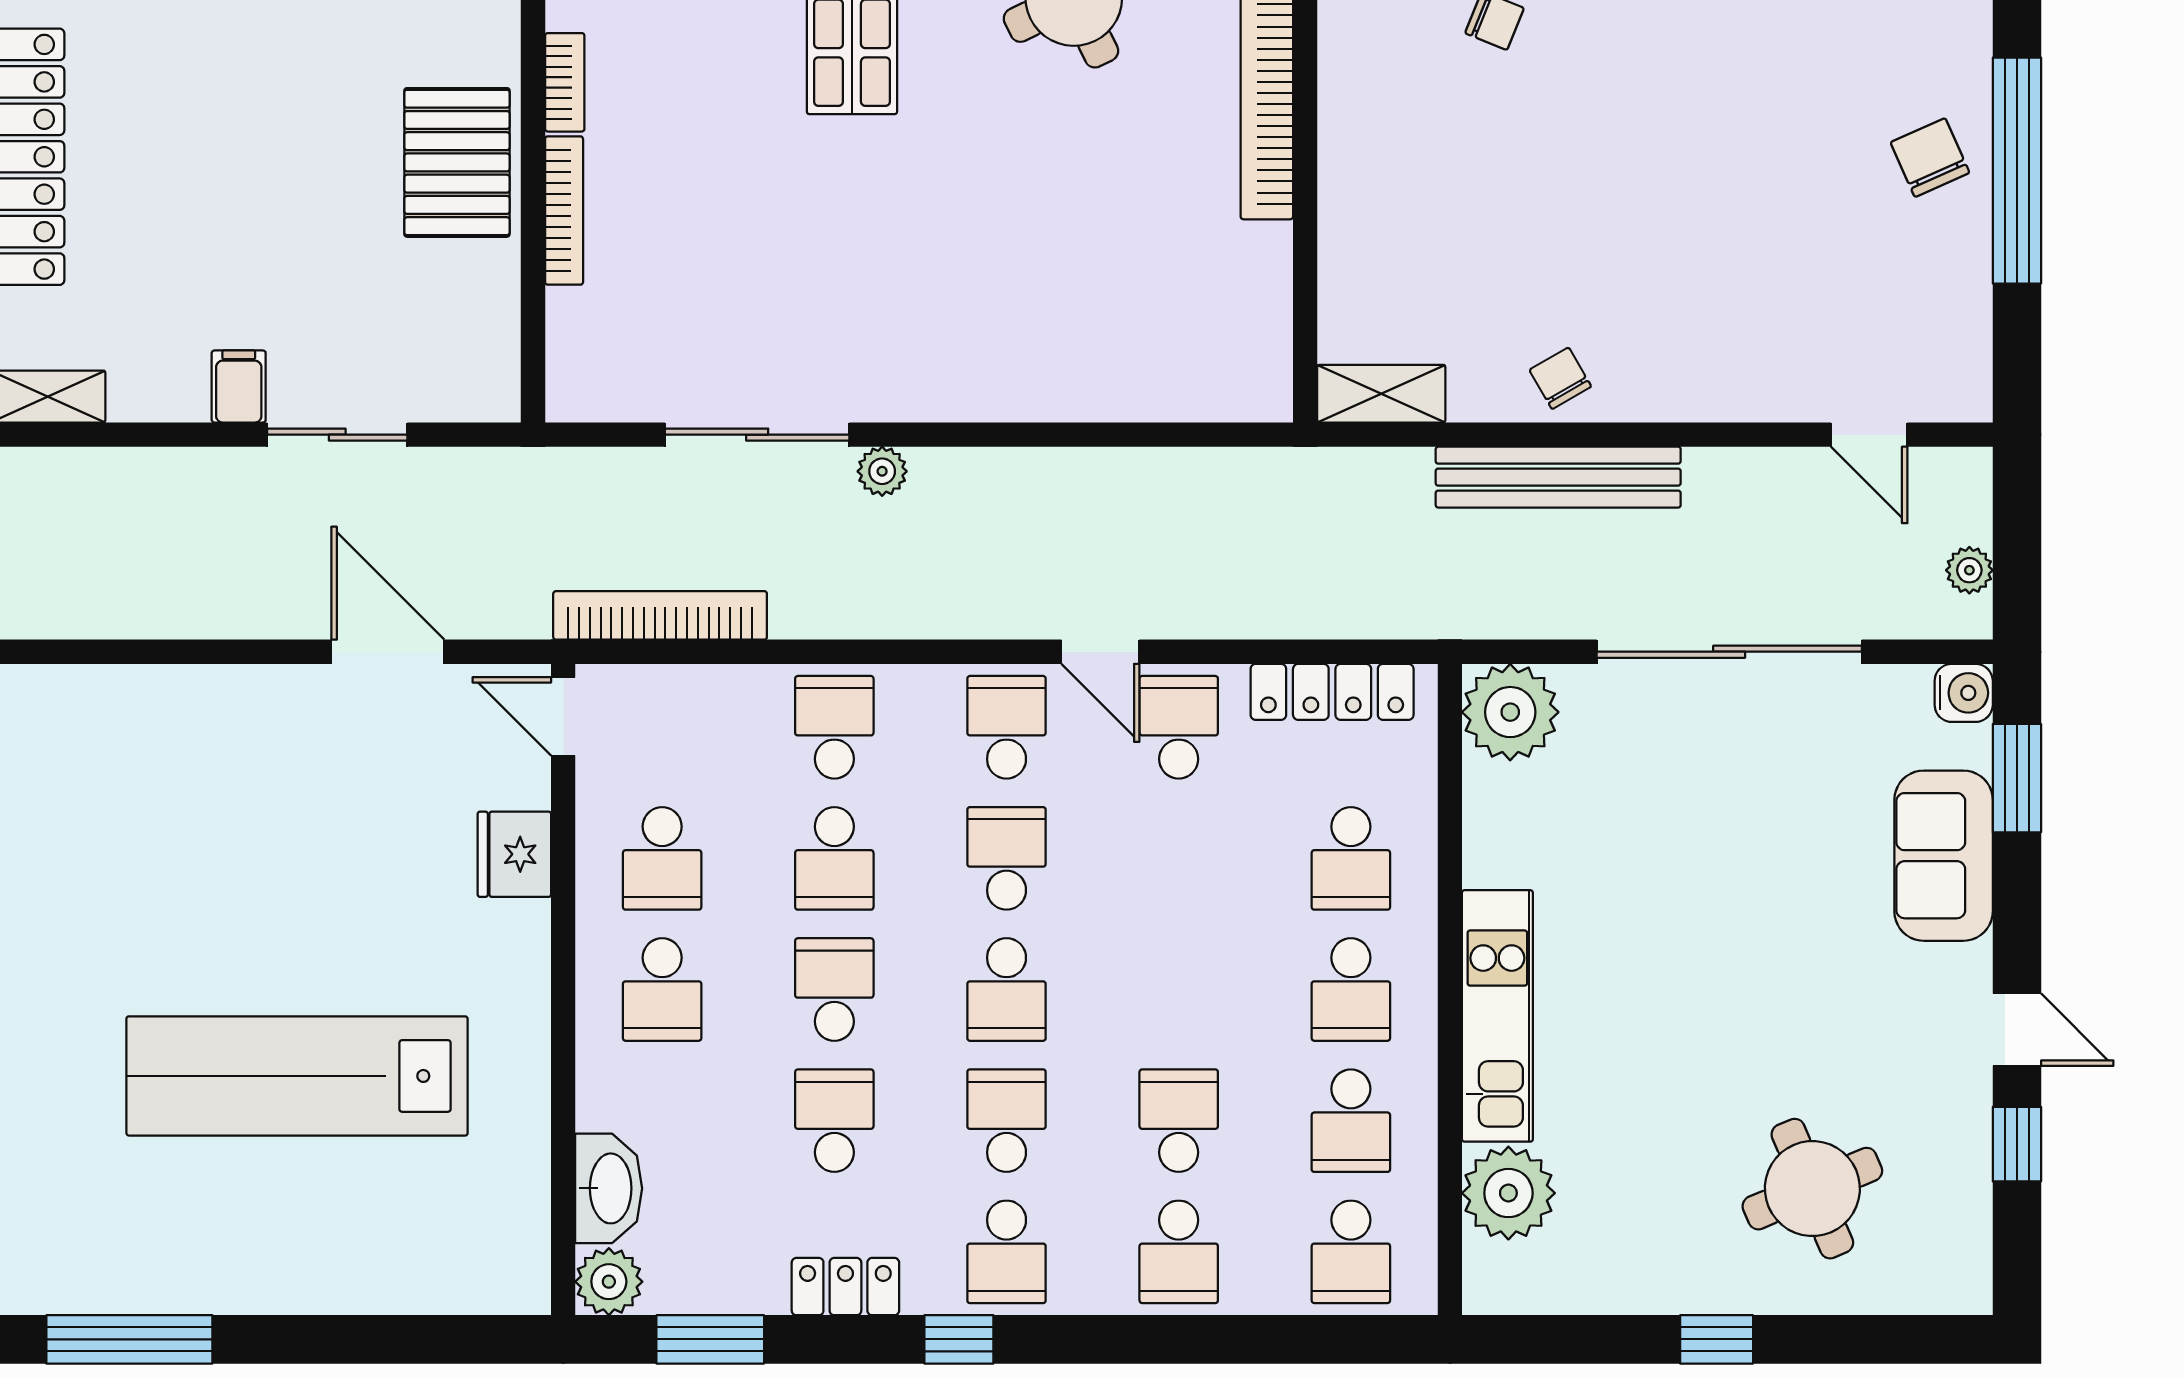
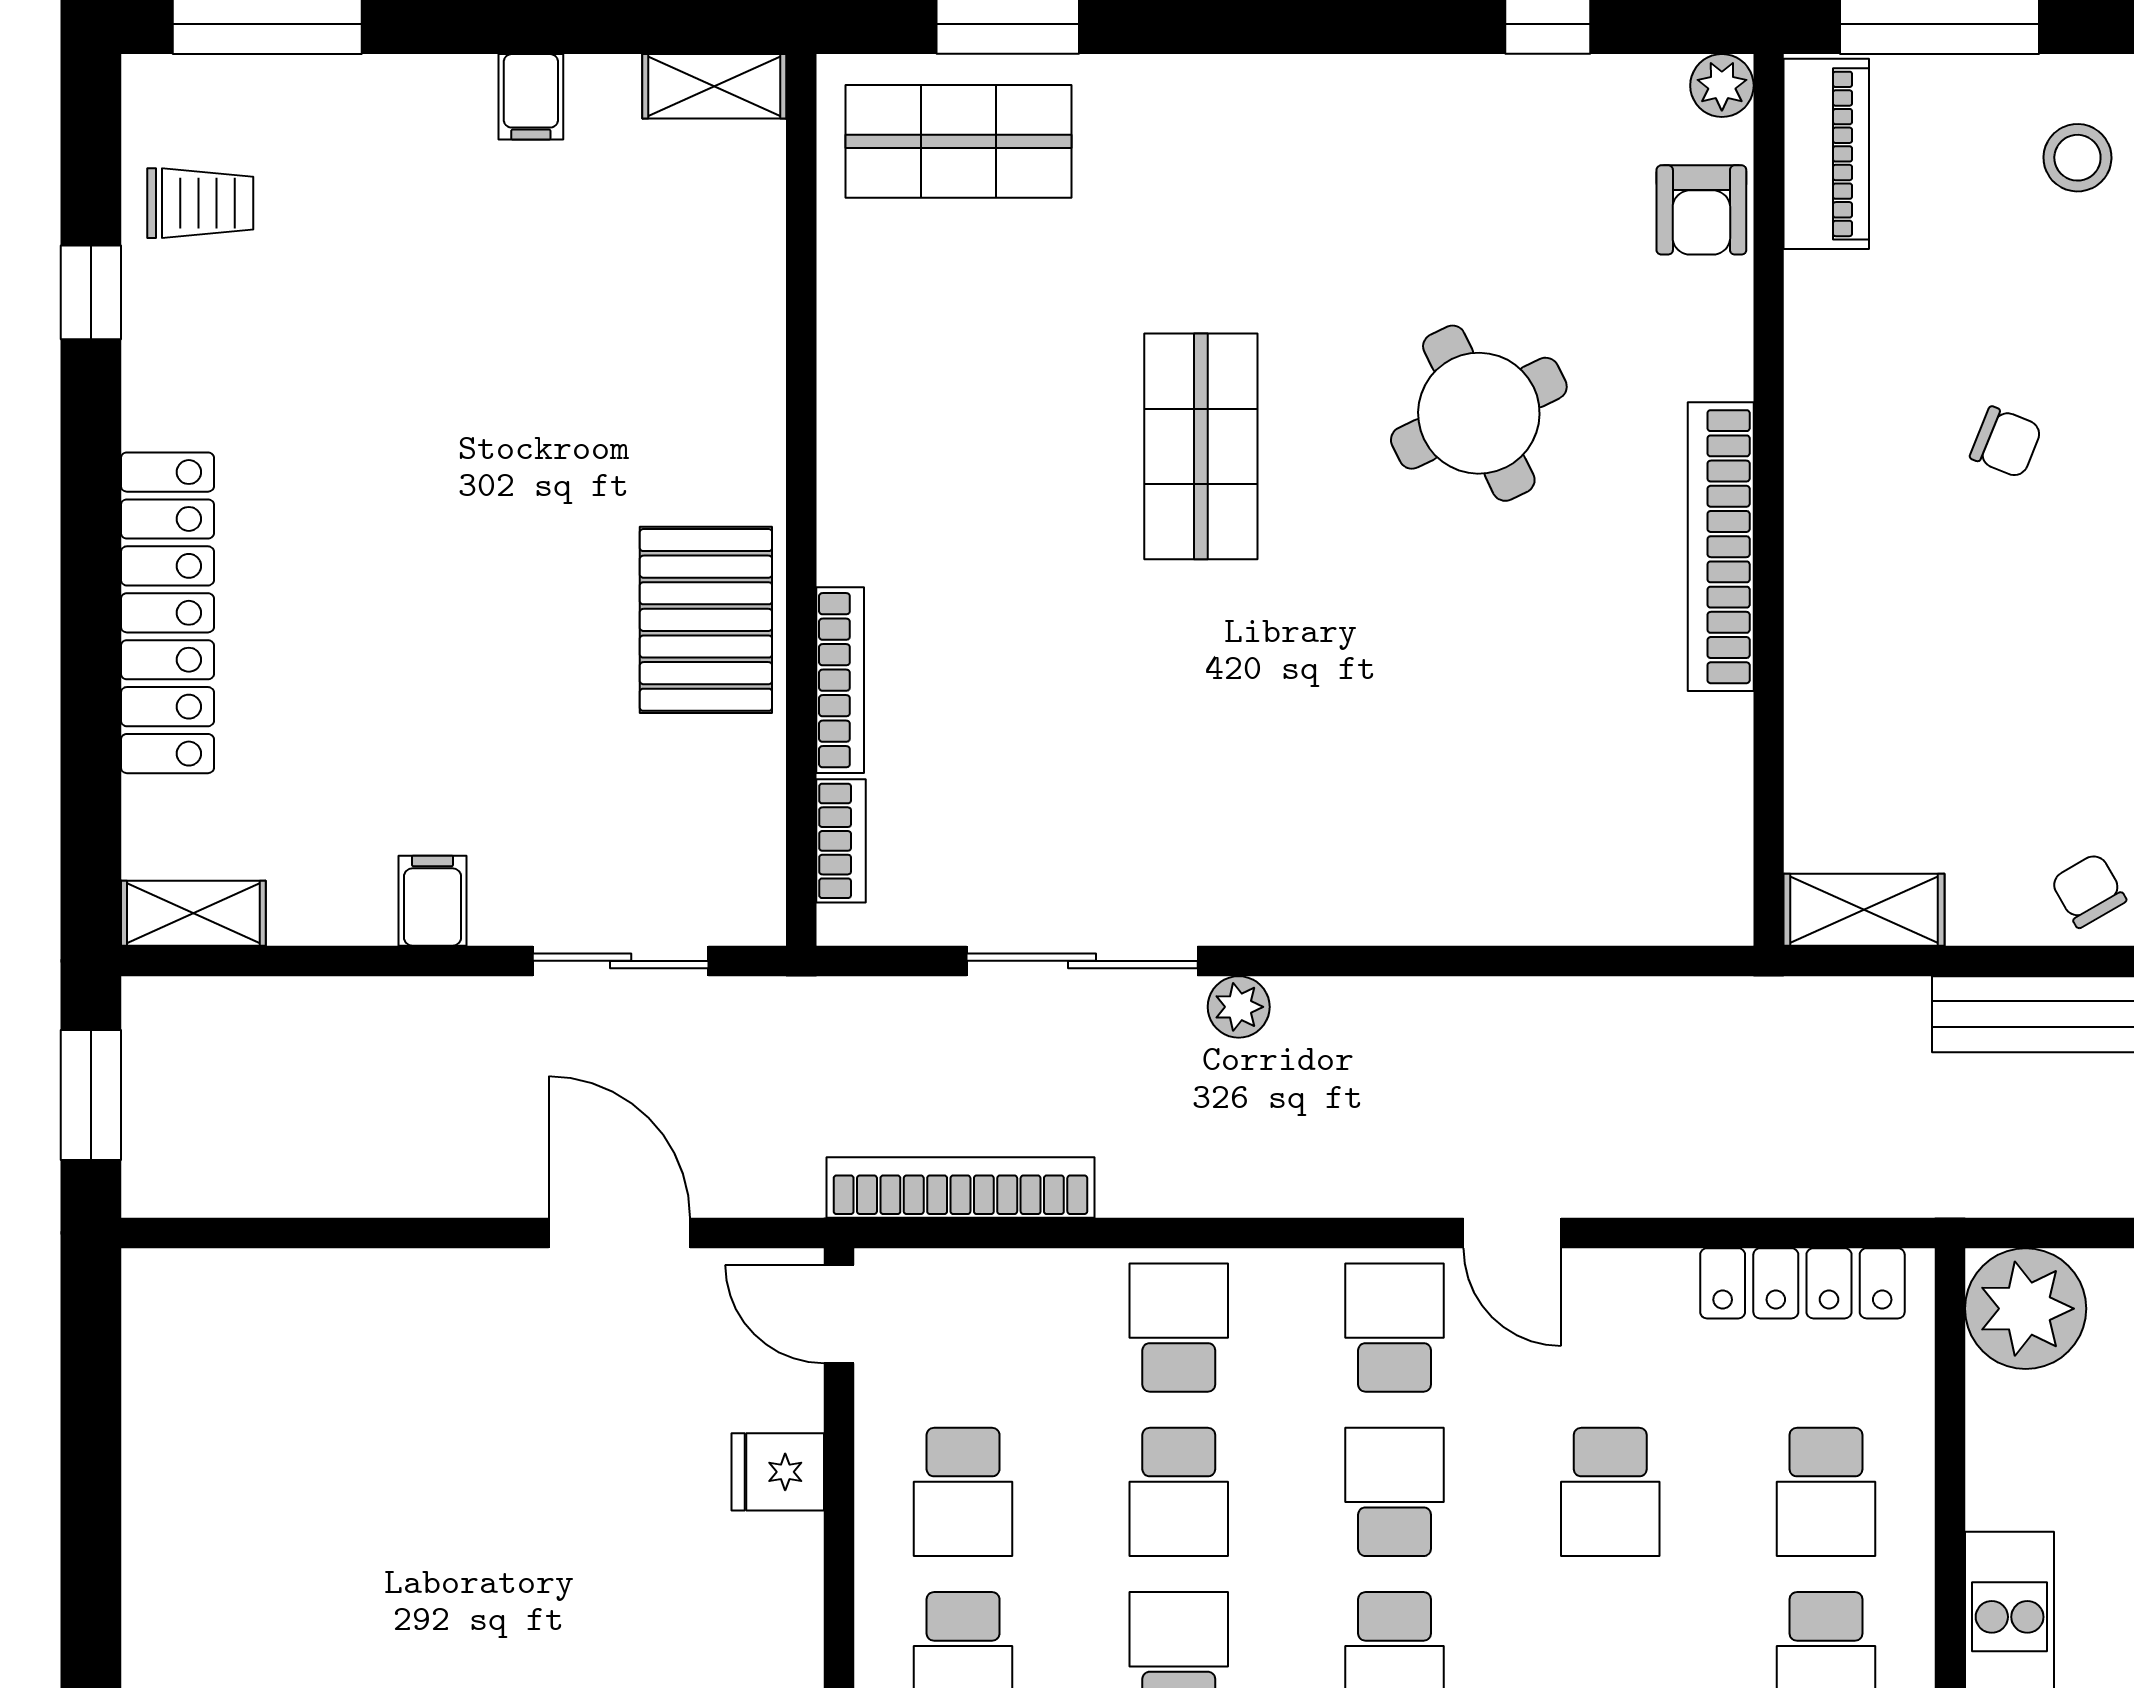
bookcase: (565, 82) -> (841, 841), moved
sliding door: (337, 435) -> (621, 961), moved
school desk: (1179, 727) -> (1610, 1492), moved, turned 180
fridge: (514, 854) -> (778, 1472), width x0.72

